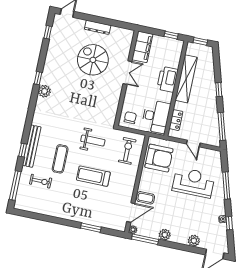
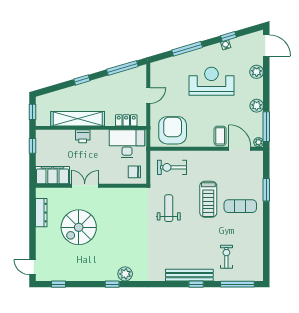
dresser: (98, 27) -> (41, 213), moved
printer: (167, 79) -> (83, 136), width x0.53, depth x0.68
exercise mat: (60, 159) -> (240, 206), moved
reception desk: (193, 183) -> (211, 81), moved, turned 90

